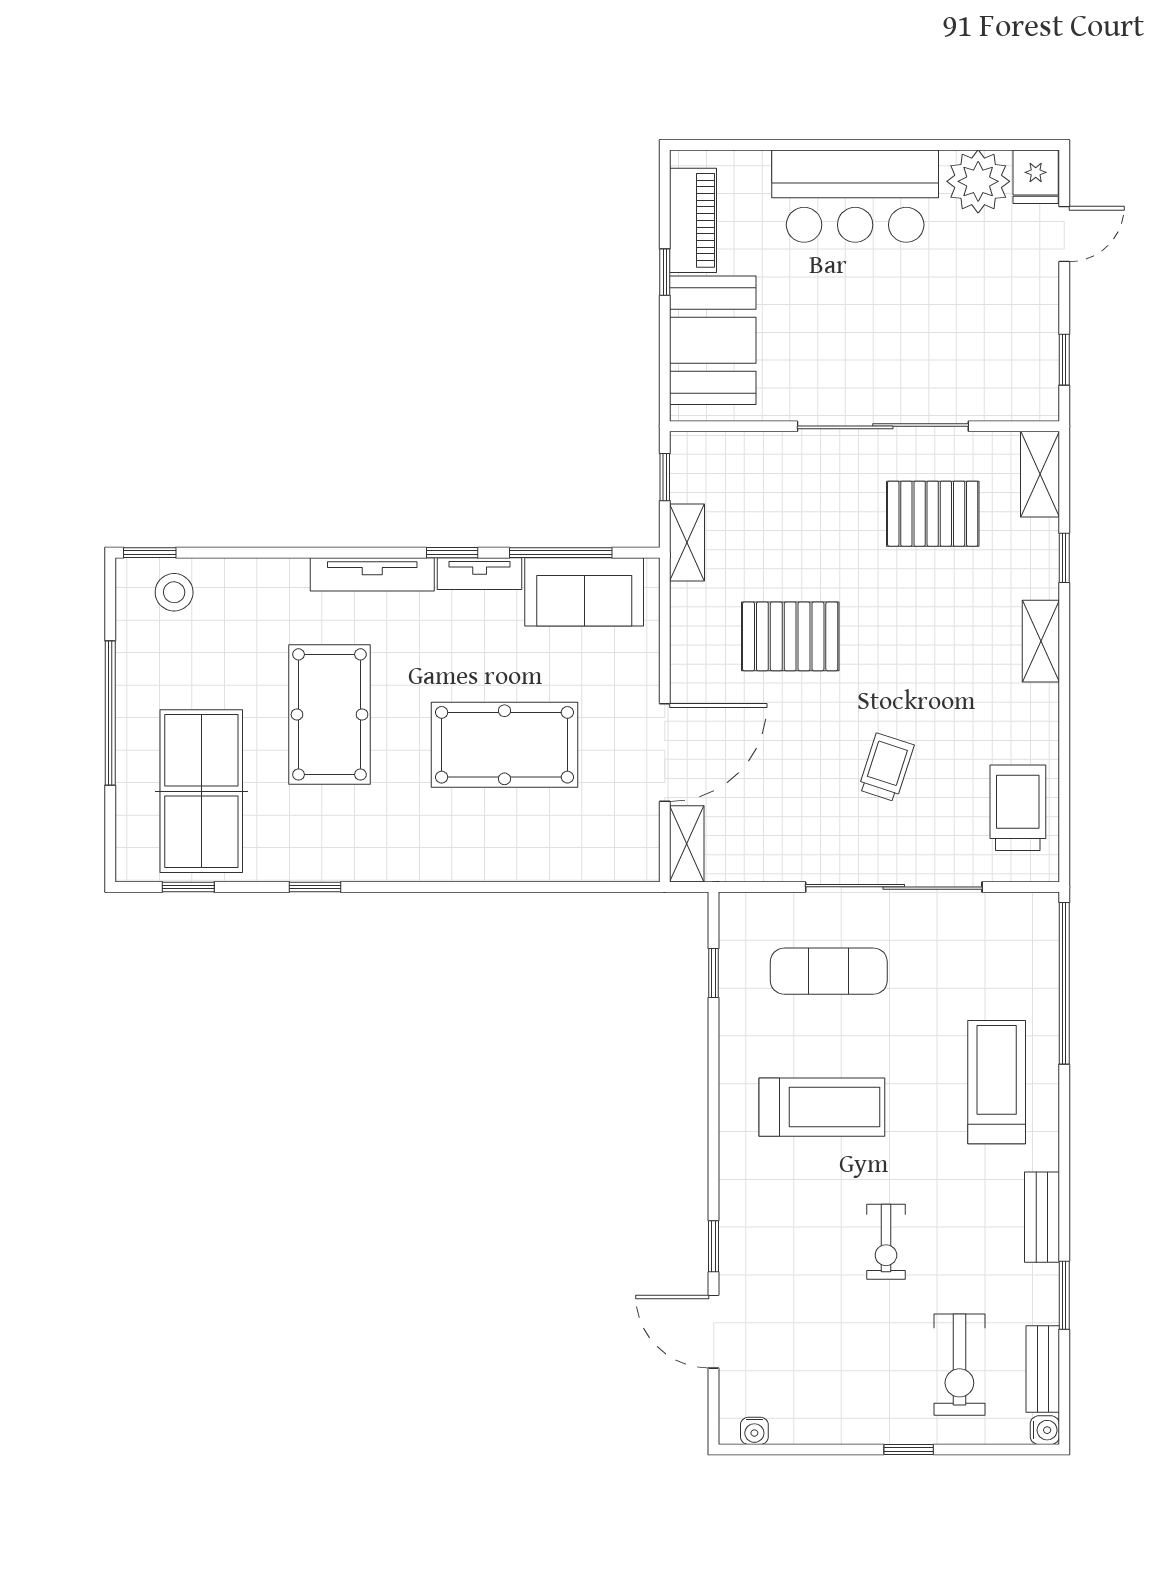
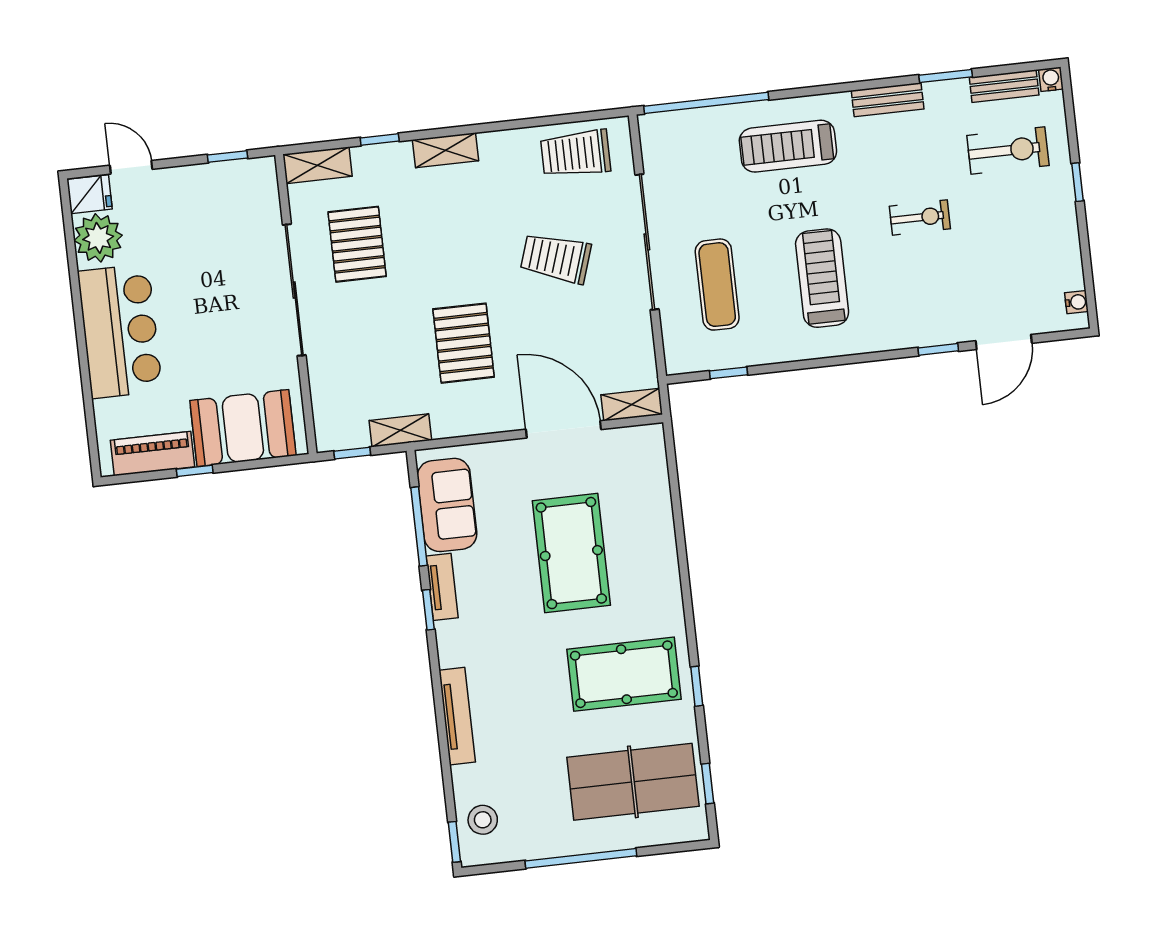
tv unit: (372, 574) -> (457, 716), moved
pool table: (329, 714) -> (624, 674), moved
trolley: (886, 767) -> (556, 258), width x1.36, depth x1.39

